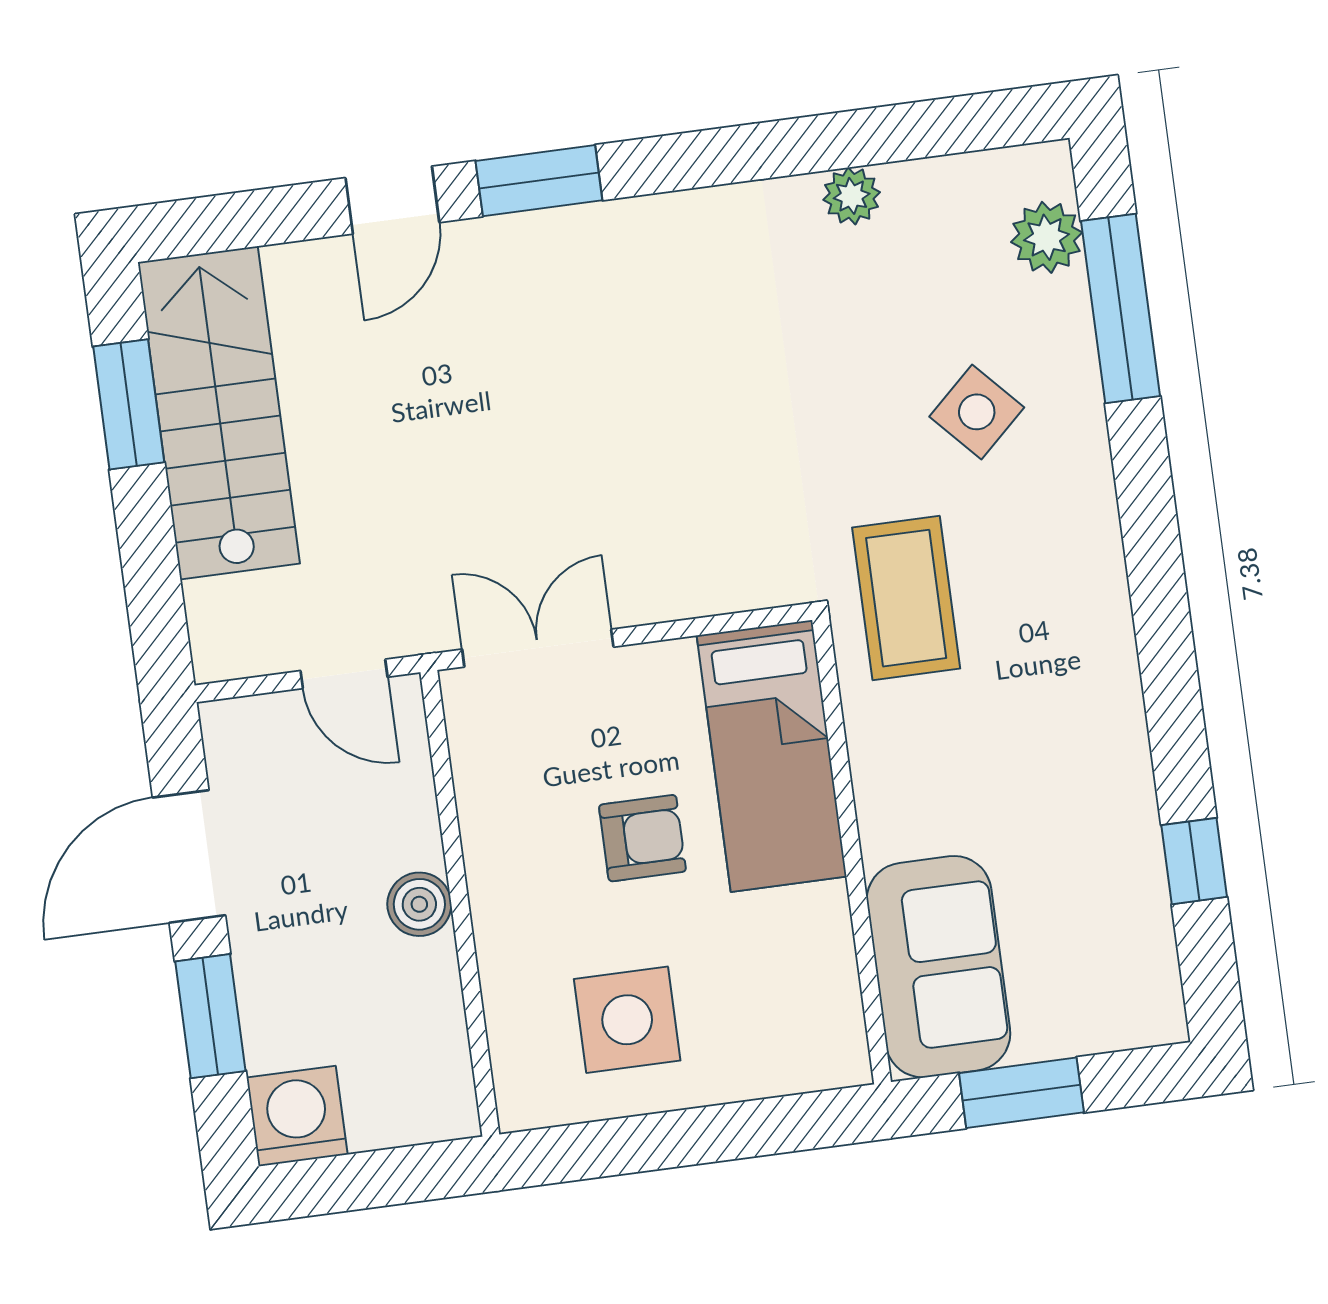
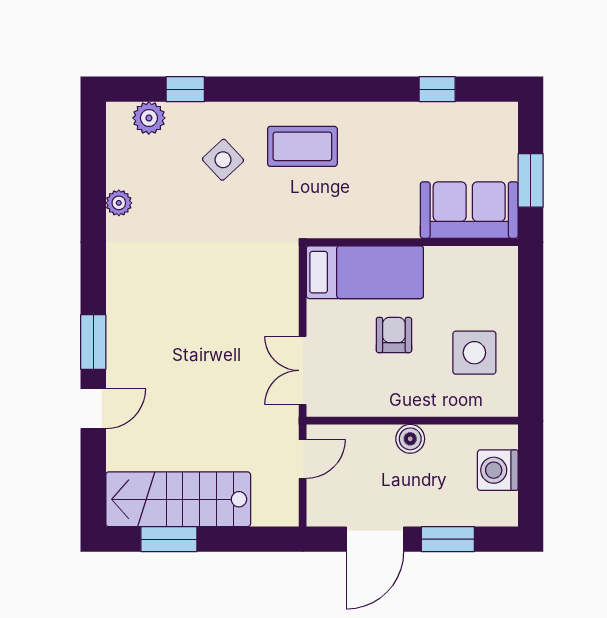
door: (392, 200) -> (93, 409), hinge flipped
window: (1120, 309) -> (185, 89), width x0.46
coffee table: (906, 598) -> (302, 146), moved
door: (189, 856) -> (375, 539), hinge flipped
washing machine: (297, 1116) -> (498, 470), moved

